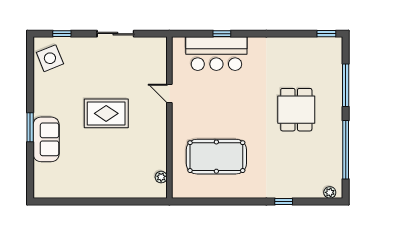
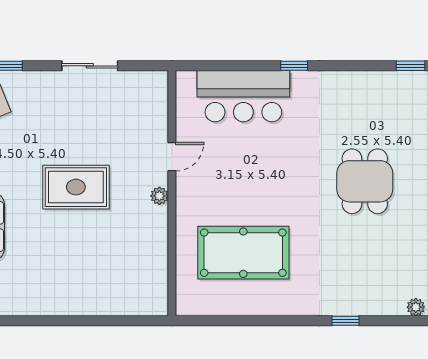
window: (222, 34) -> (294, 66), moved
door: (169, 93) -> (172, 157), swing flipped
plant: (161, 177) -> (159, 196), moved

